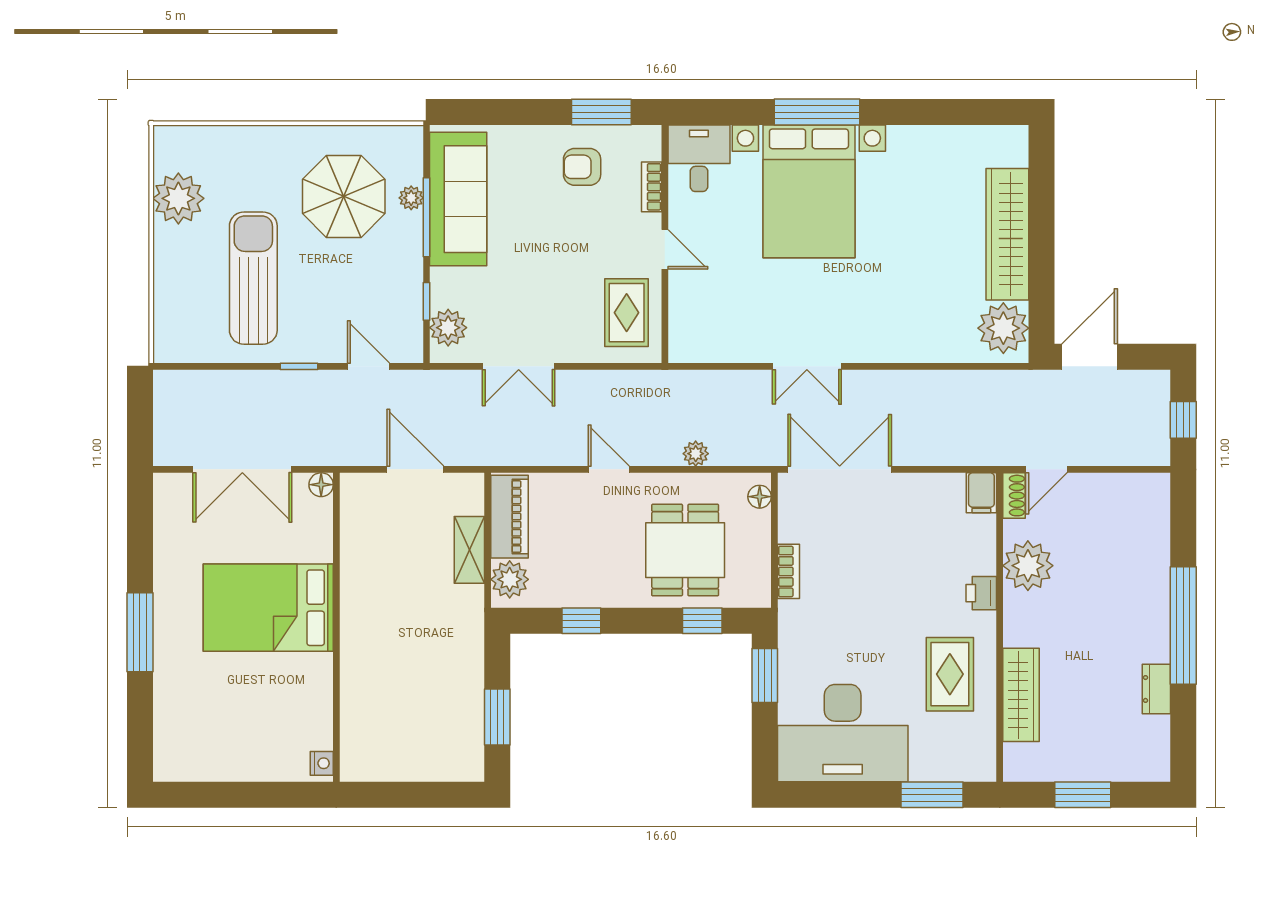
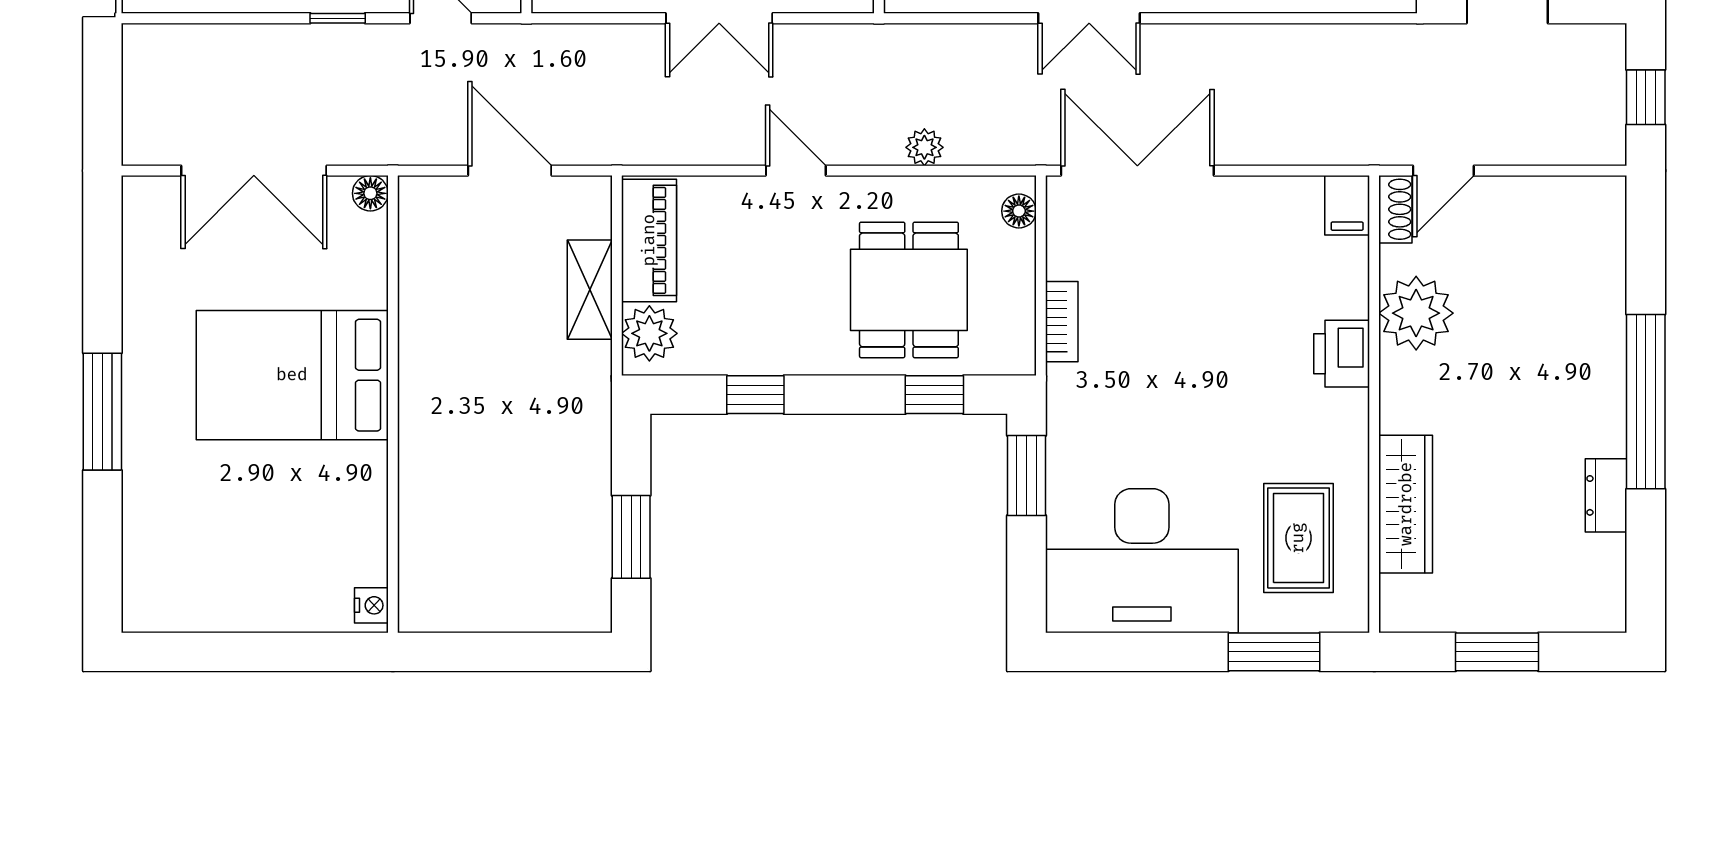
double door: (519, 366) -> (719, 18), moved
printer: (981, 593) -> (1342, 354), width x1.36, depth x1.24
rug: (950, 674) -> (1298, 538), moved

